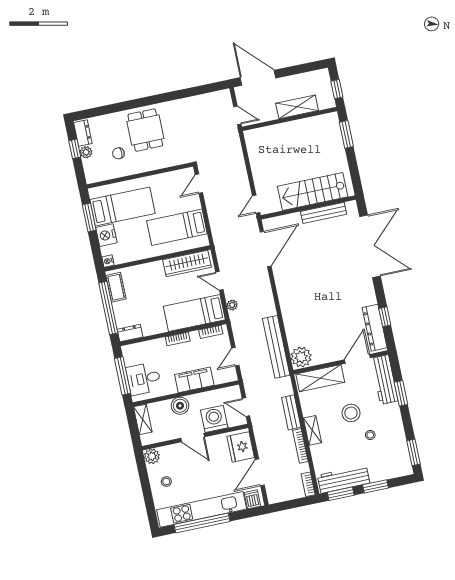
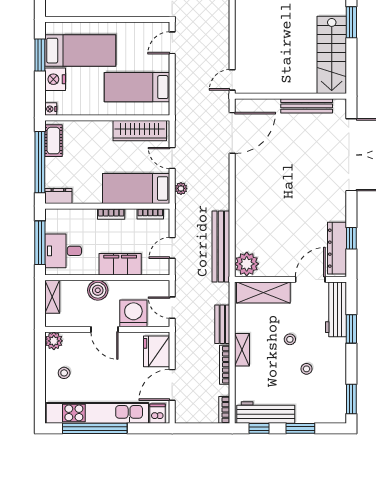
stairs: (313, 192) -> (332, 55), moved, turned -90
stool: (351, 413) -> (290, 339), width x0.53, depth x0.53
window: (341, 494) -> (259, 428), width x0.67

